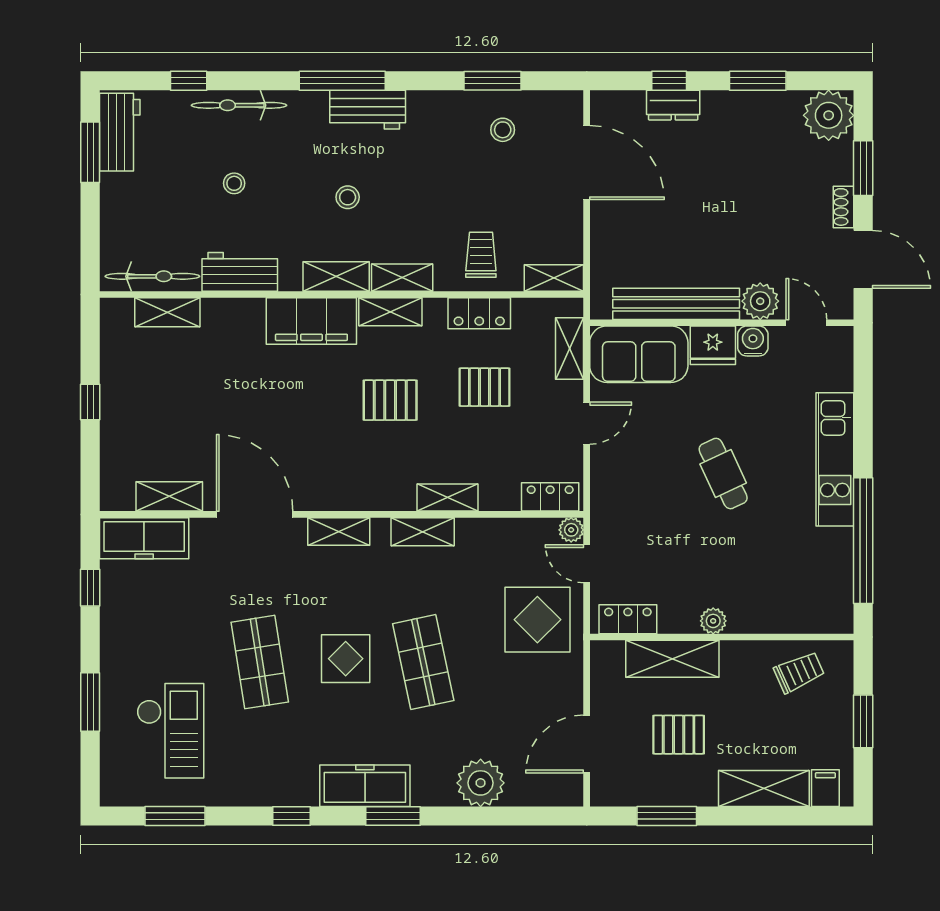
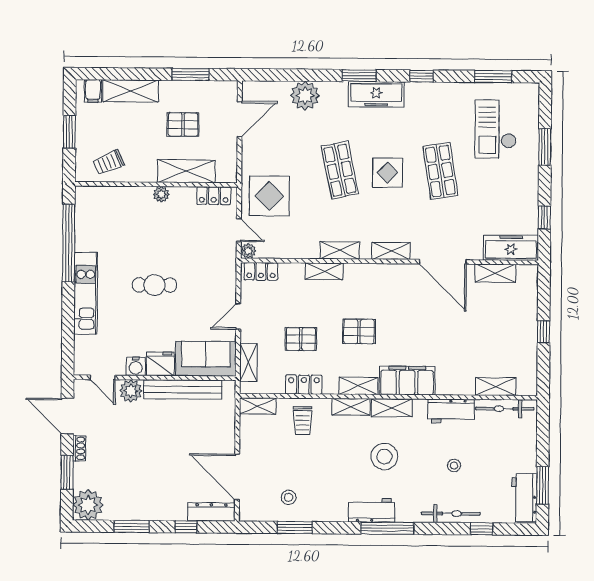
dresser: (673, 105) -> (211, 512), moved, width x1.44
stool: (348, 197) -> (384, 457), width x1.89, depth x1.89
cafe table: (723, 474) -> (154, 285), turned -65

